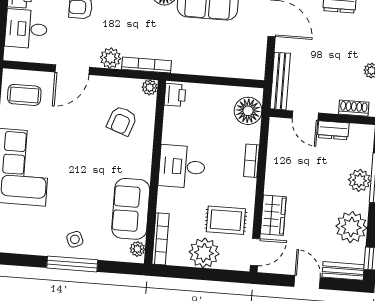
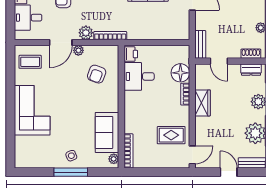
bench: (280, 81) -> (200, 44), width x0.73
plant: (150, 87) -> (78, 50), moved
floor lamp: (248, 111) -> (180, 73), moved
dresser: (333, 130) -> (251, 70), moved
desk: (182, 167) -> (139, 76), moved
wardrobe: (273, 215) -> (203, 103), moved
plant: (204, 253) -> (158, 158), removed

